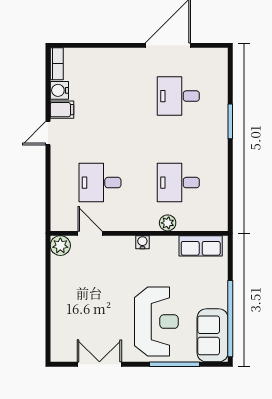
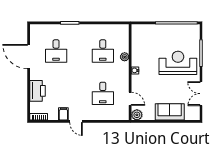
printer: (104, 62) -> (37, 91), added
water cooler: (59, 90) -> (53, 115), removed
door: (90, 233) -> (130, 99), swing flipped
row of seats: (201, 246) -> (137, 39), removed
sofa: (213, 335) -> (170, 112), moved, turned 180

